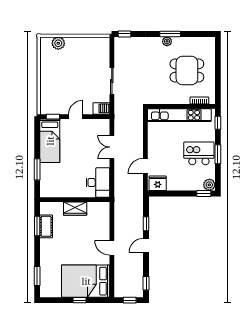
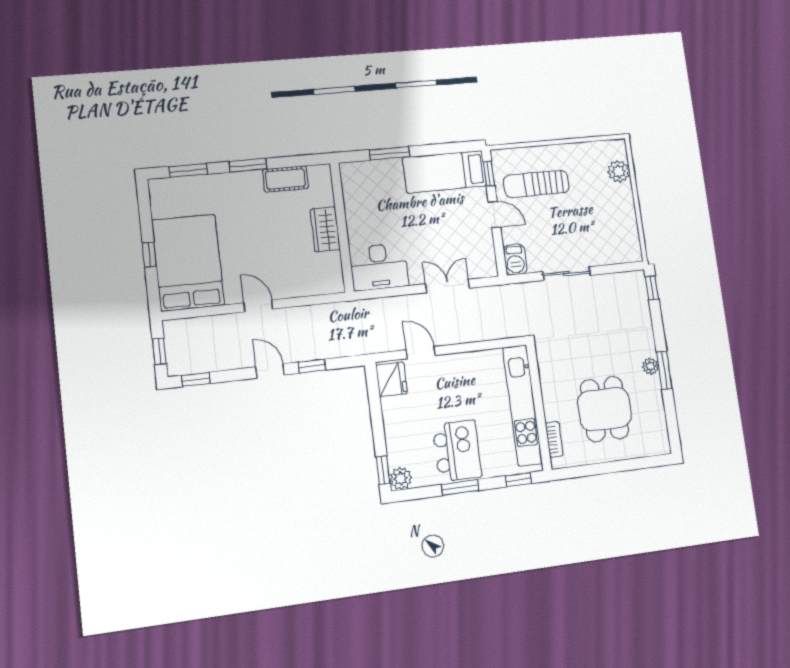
sun lounger: (61, 91) -> (536, 184), added
window: (37, 226) -> (248, 165), moved
door: (112, 248) -> (258, 306), hinge flipped

